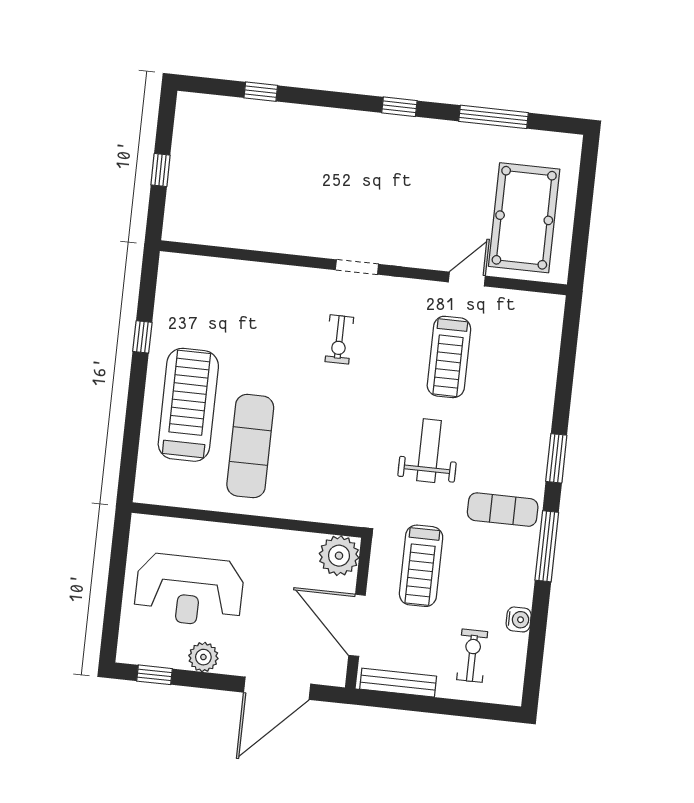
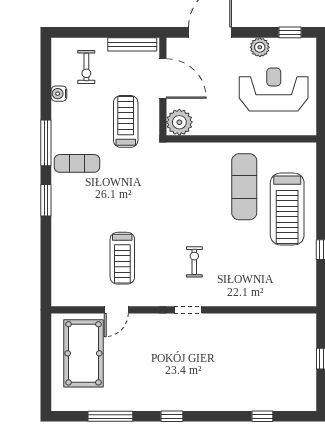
treadmill: (449, 357) -> (122, 258), turned 180
weight bench: (429, 451) -> (129, 196), removed

